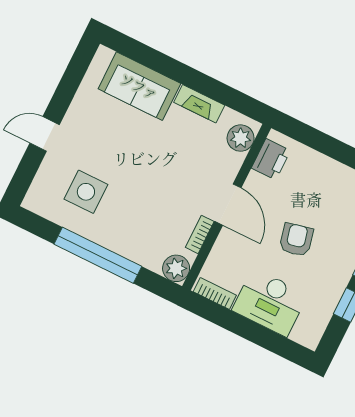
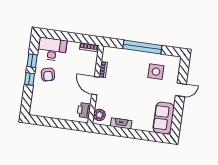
sofa: (139, 86) -> (164, 118), moved, turned -90
armchair: (296, 240) -> (48, 75), moved
plant: (176, 268) -> (108, 52), removed
desk: (270, 302) -> (52, 49), moved

